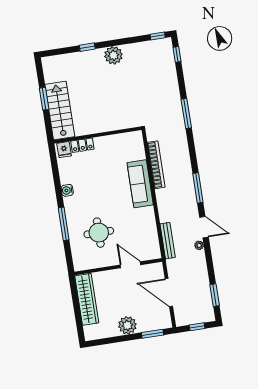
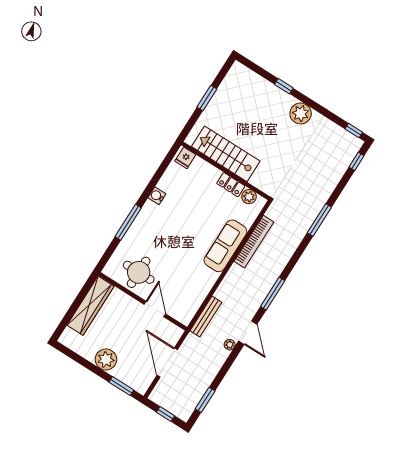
stairs: (60, 111) -> (226, 154), moved, turned -90
plant: (127, 138) -> (249, 197), added
locker: (82, 145) -> (231, 185), moved
round table: (99, 233) -> (139, 272), moved

